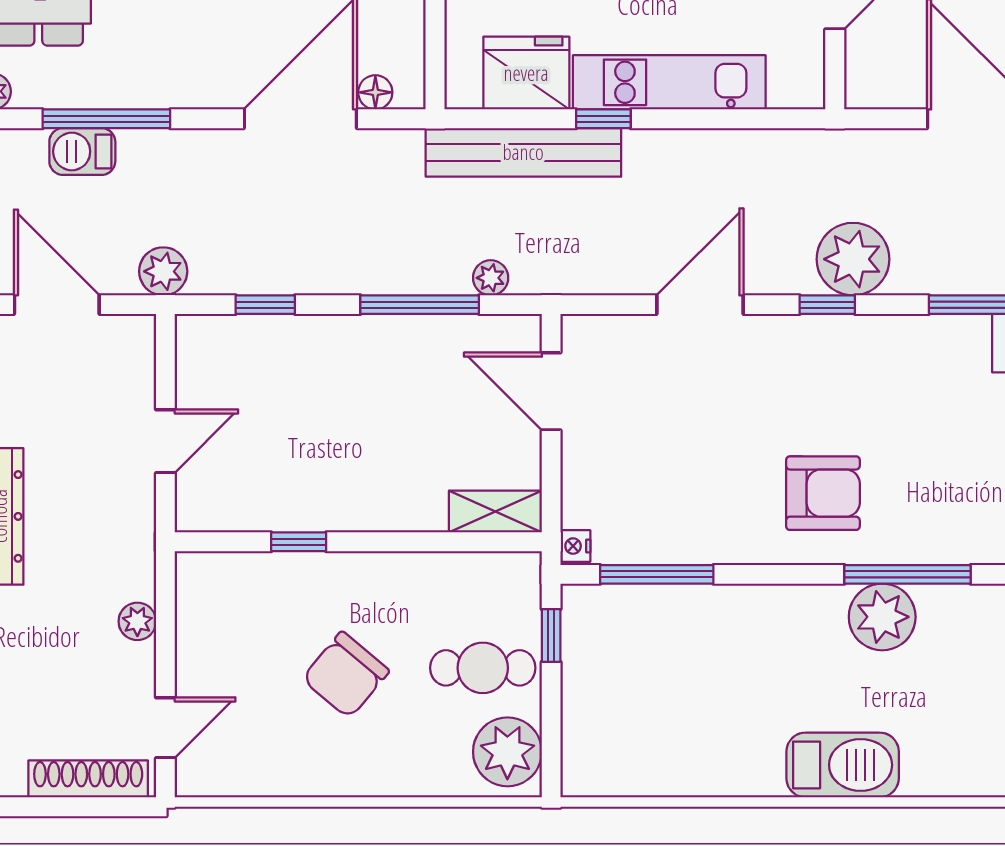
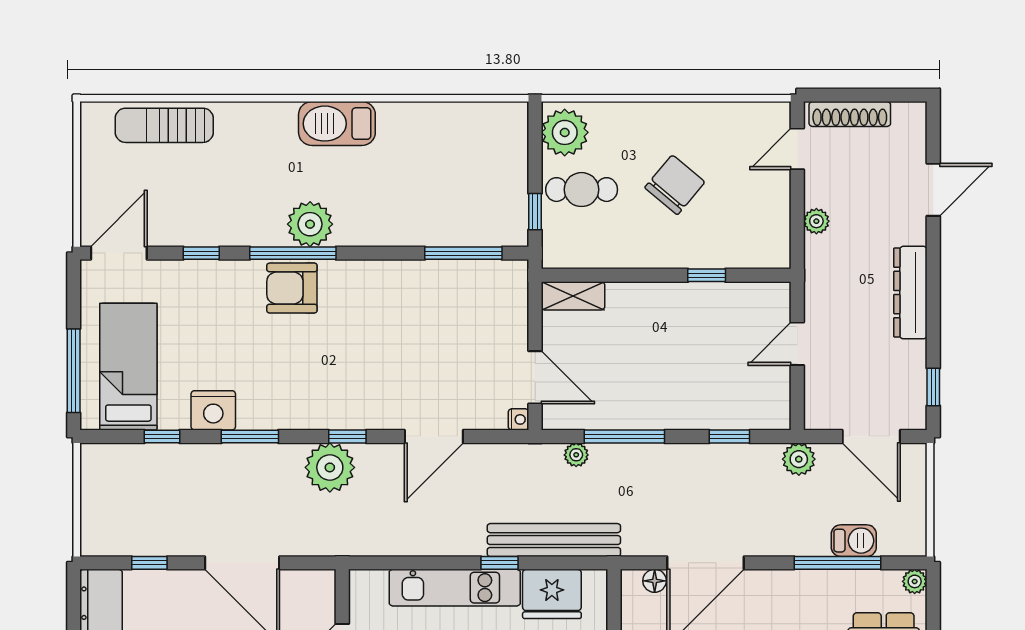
armchair: (823, 493) -> (292, 288), moved
nightstand: (575, 546) -> (519, 419), moved

